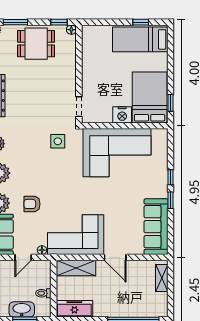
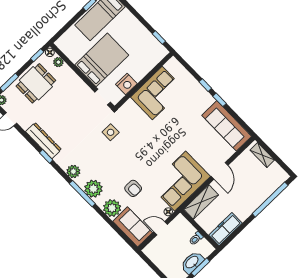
plant: (71, 44) -> (58, 62), added
bed: (150, 98) -> (102, 60), moved, turned 90
nightstand: (122, 115) -> (126, 84), moved
corner sofa: (117, 153) -> (157, 93), width x0.73, depth x0.74
armchair: (32, 204) -> (133, 188), turned -90
door: (23, 257) -> (161, 228), swing flipped
door: (115, 257) -> (220, 171), hinge flipped

